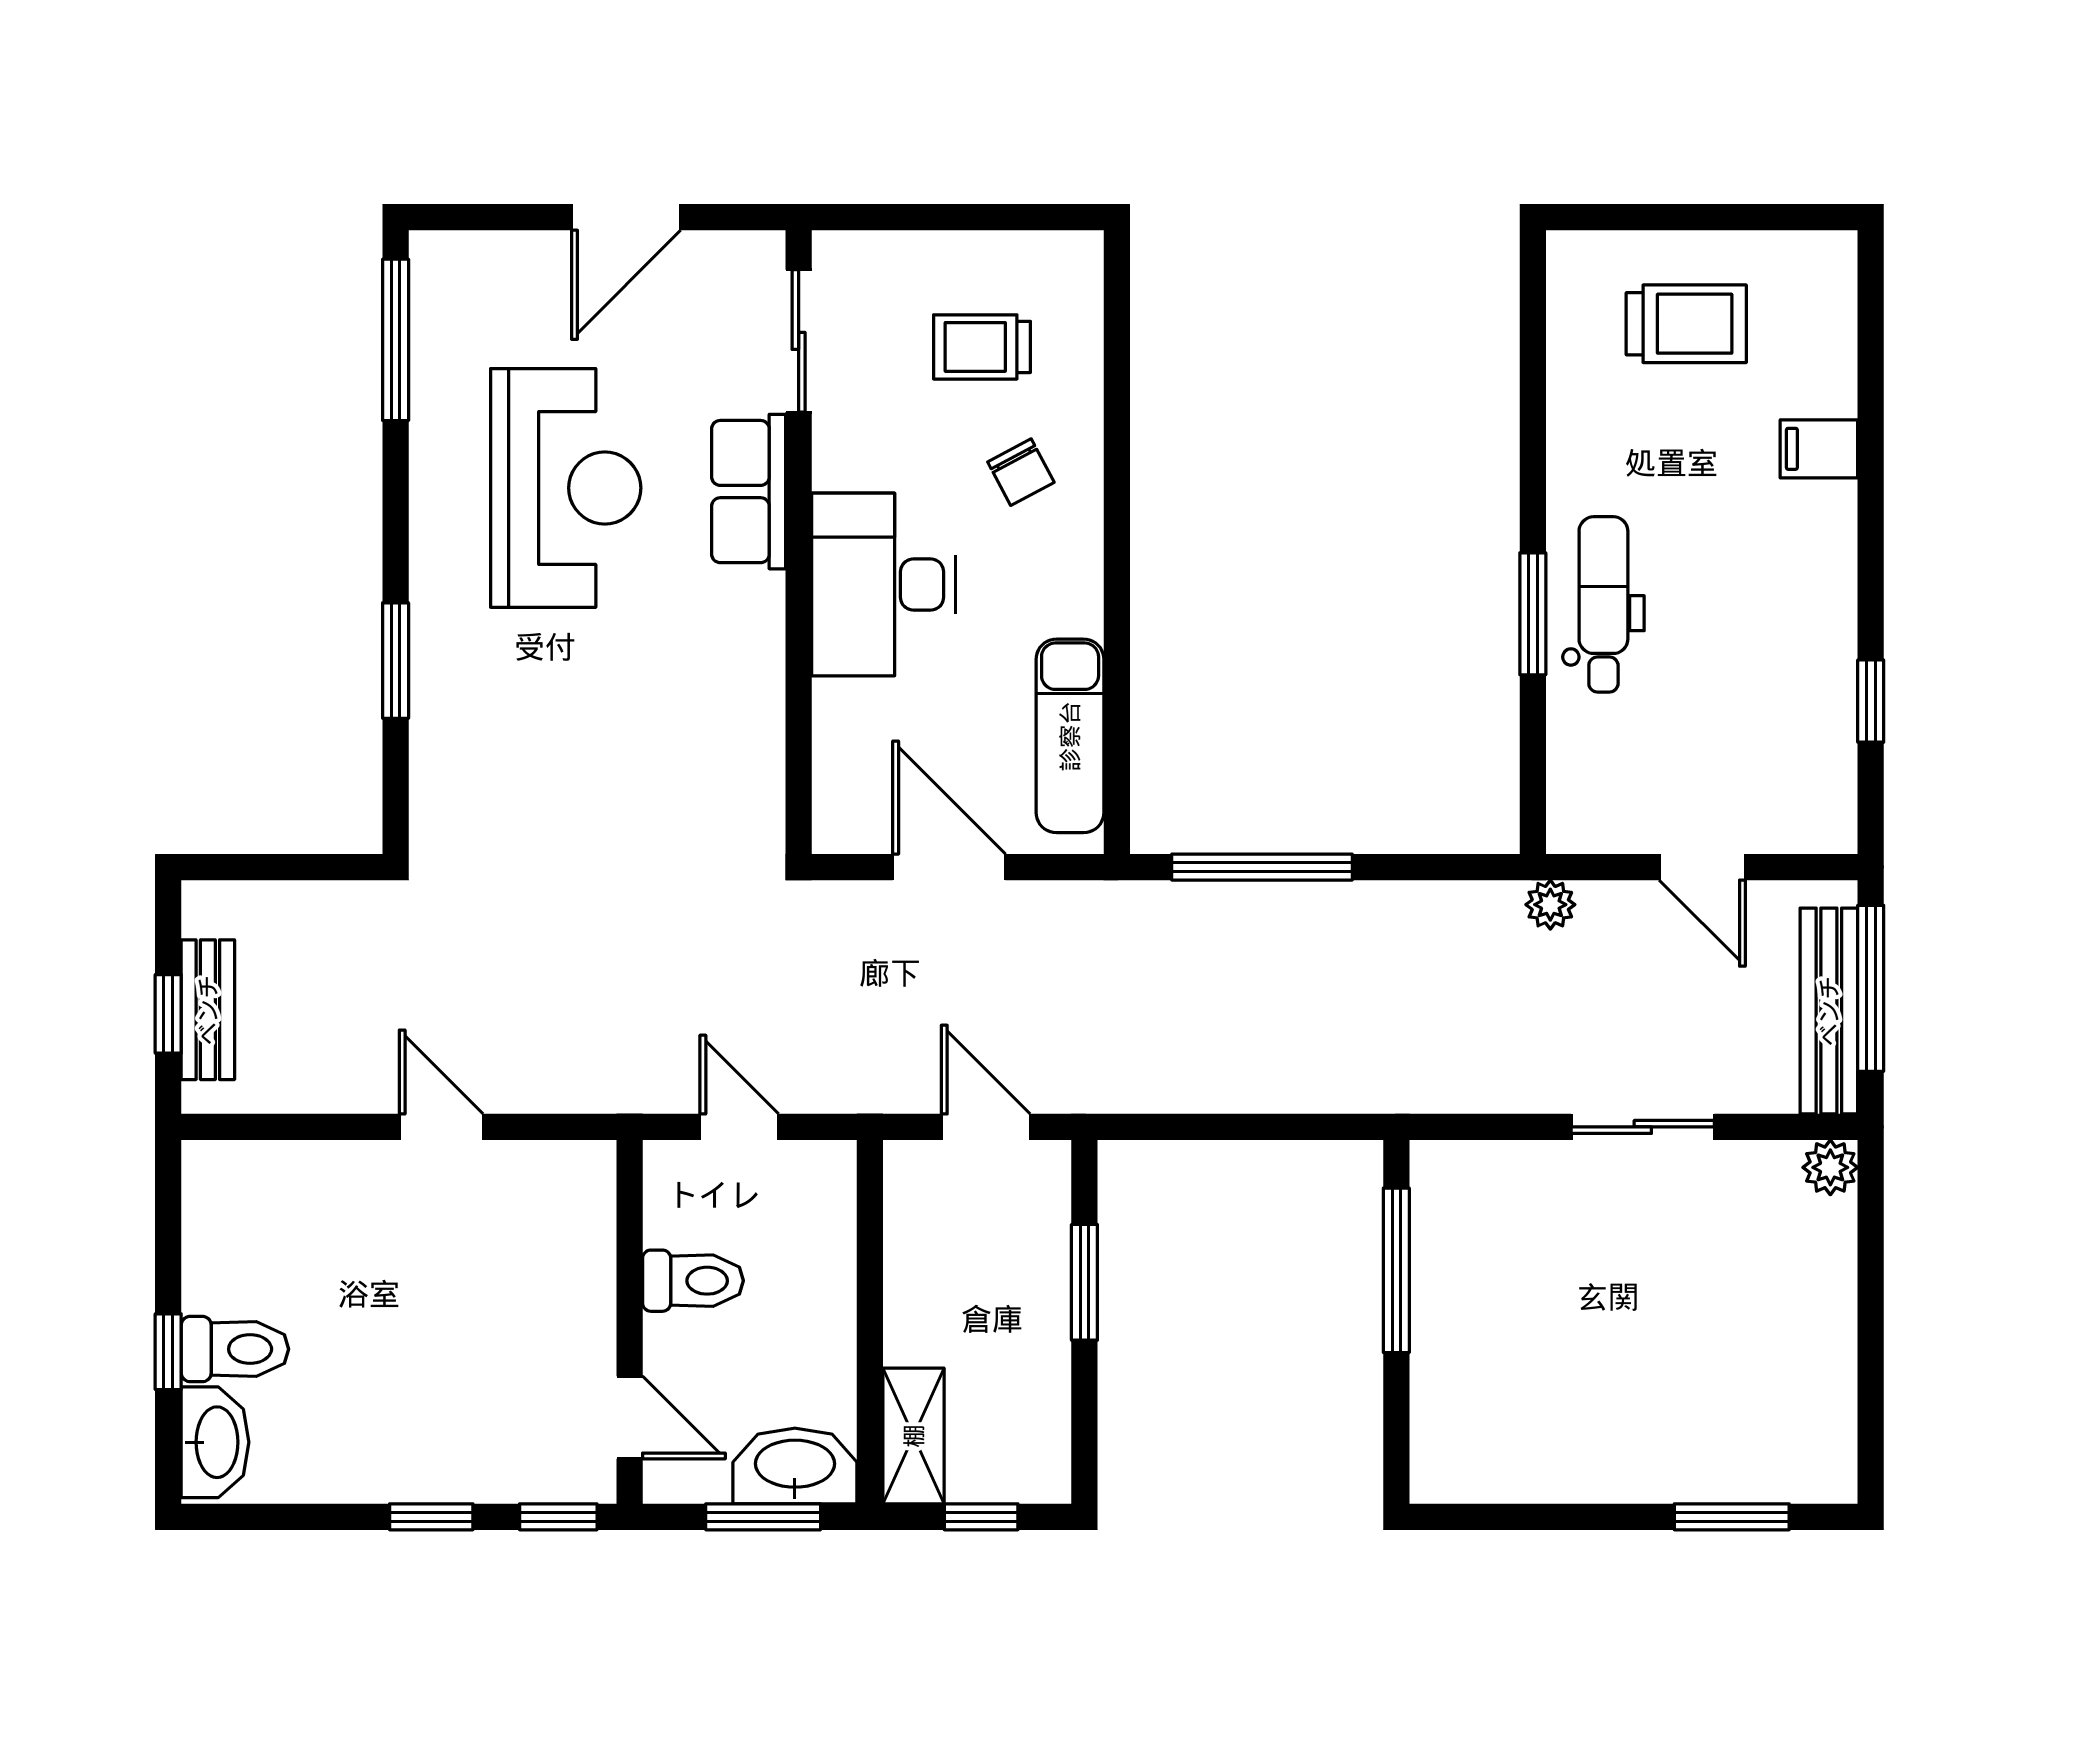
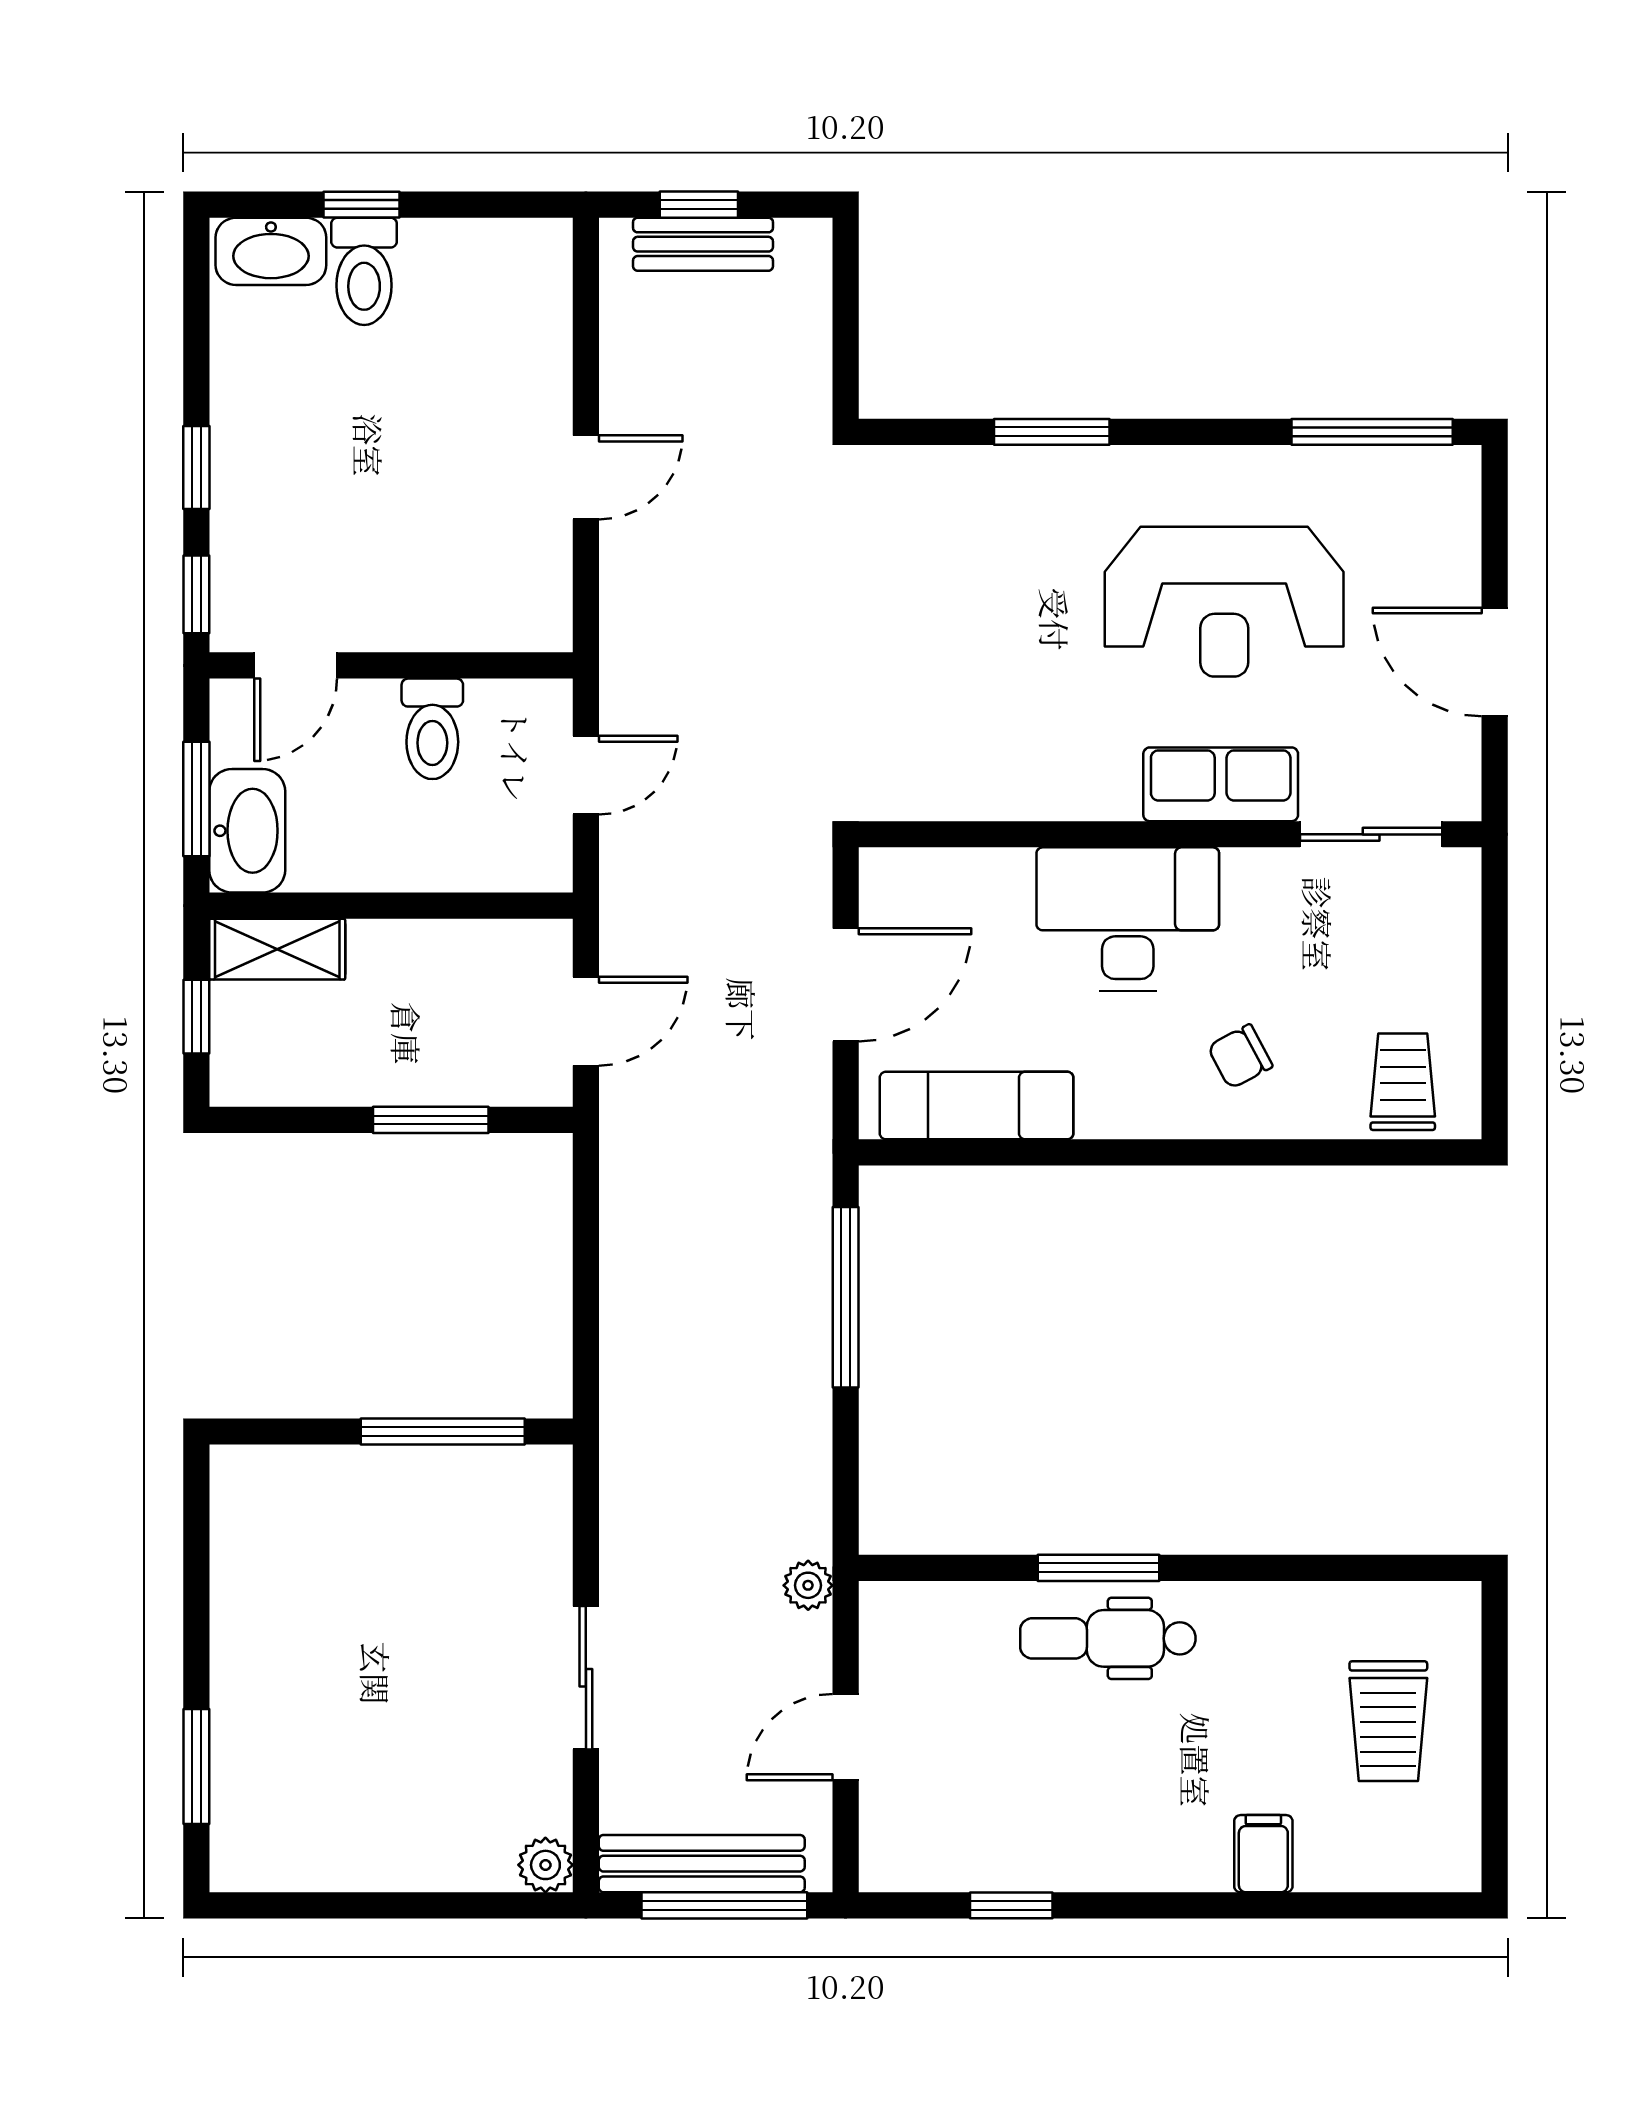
trolley: (982, 347) -> (1403, 1082), moved
dental chair: (1603, 604) -> (1108, 1638), turned 180

